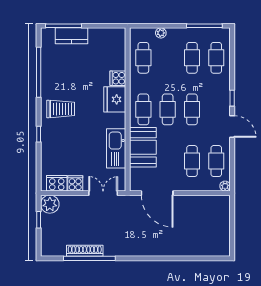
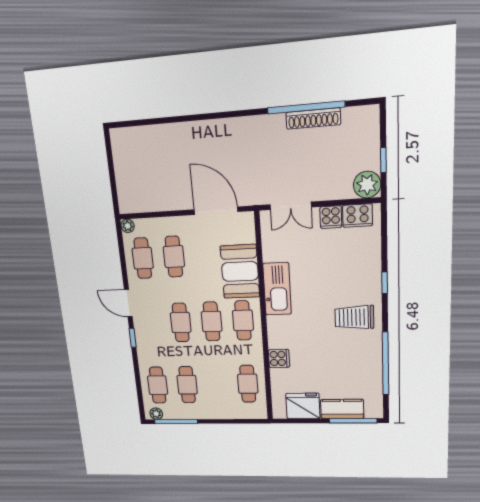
plant: (161, 33) -> (156, 414), moved
fridge: (115, 99) -> (303, 406), moved, turned -90
kitchen sink: (116, 148) -> (277, 289), moved

